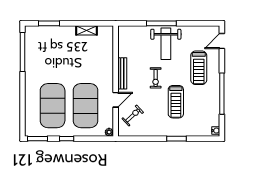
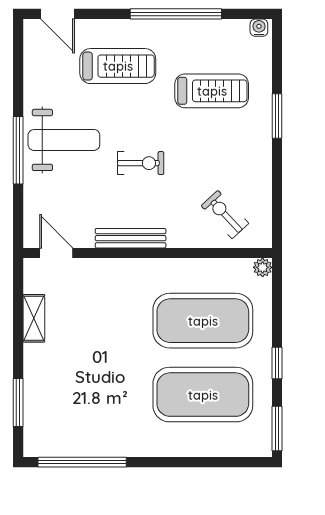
door: (116, 100) -> (56, 253), moved
treadmill: (176, 102) -> (212, 91), moved

